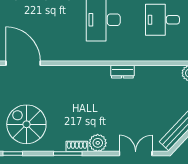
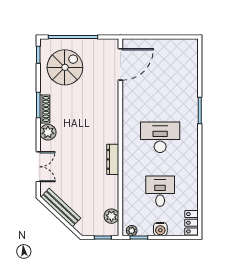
dresser: (122, 72) -> (113, 159), width x1.44
shoe rack: (77, 146) -> (45, 109), width x1.43

